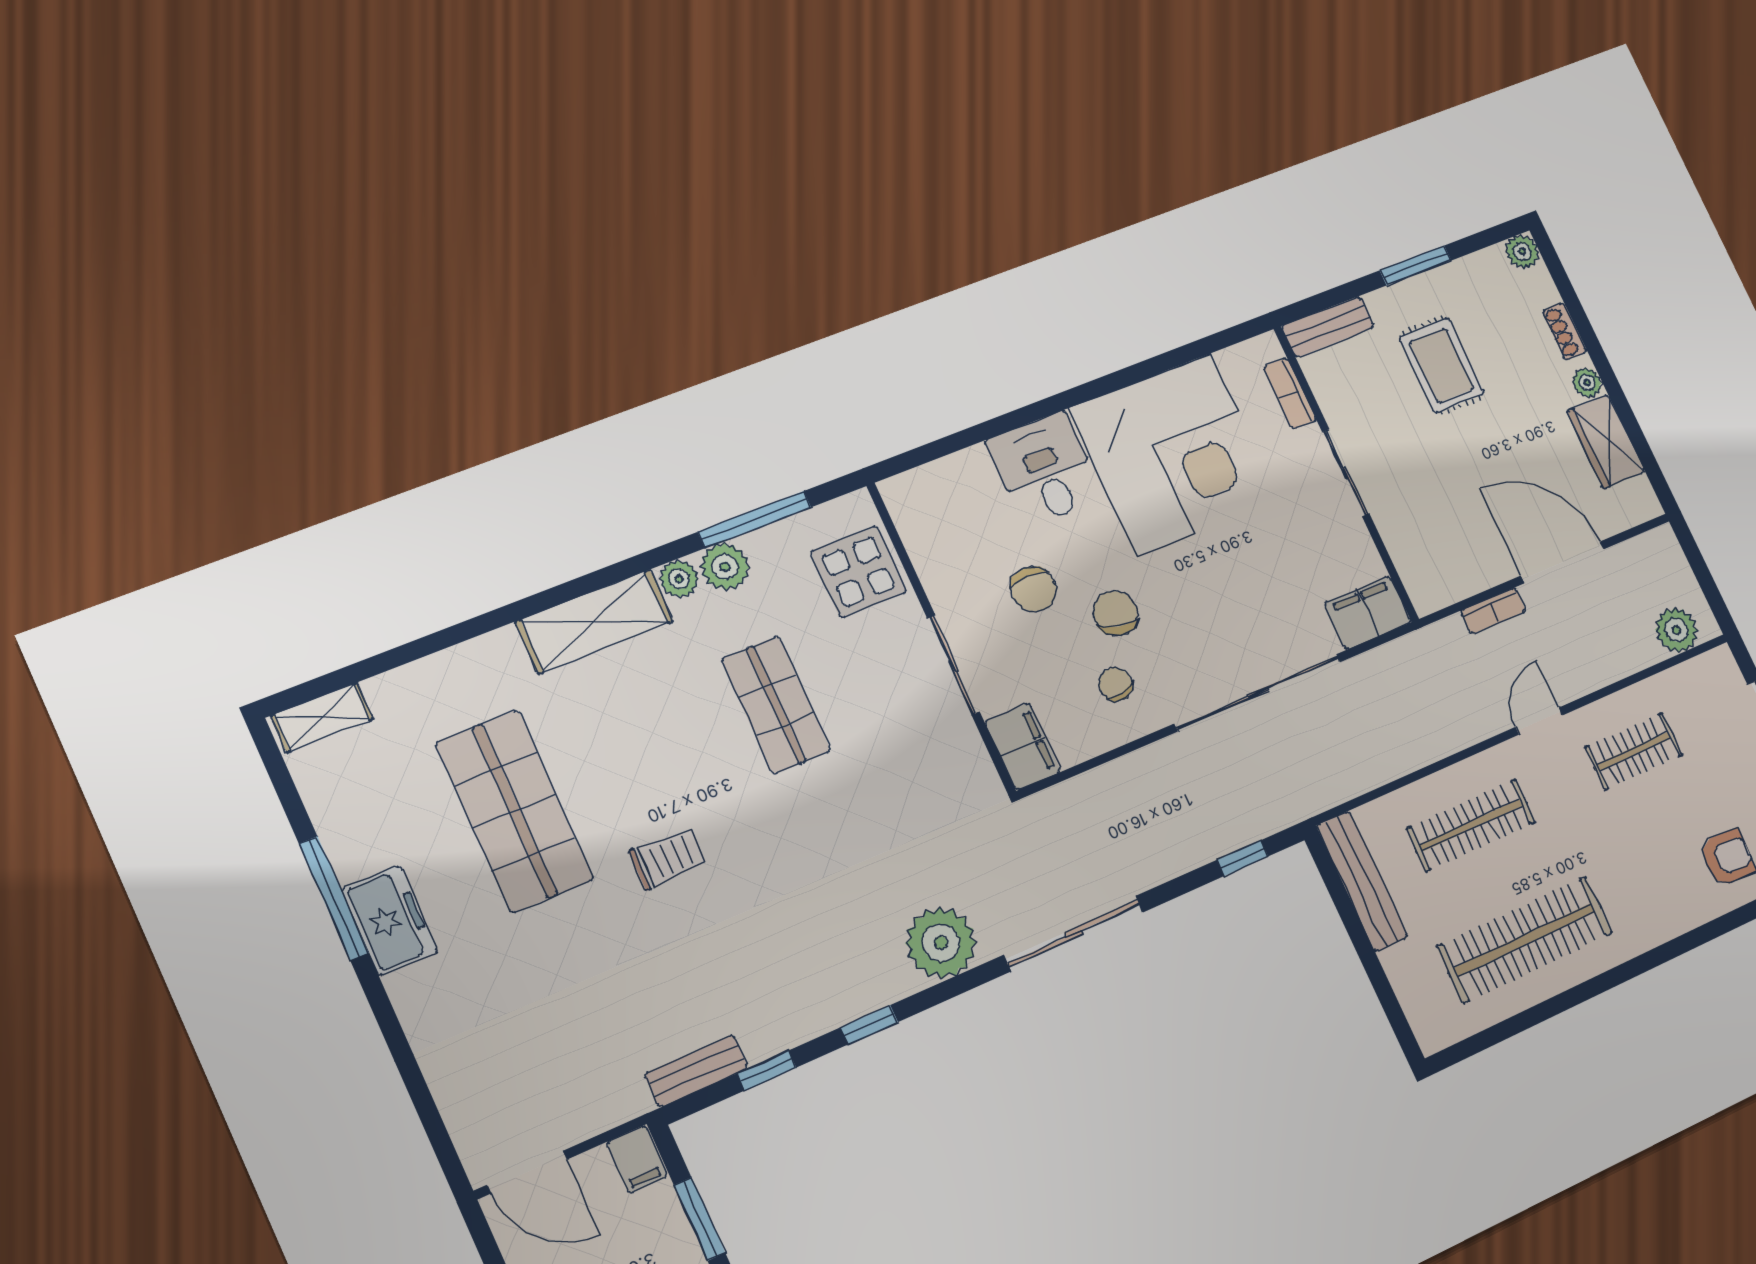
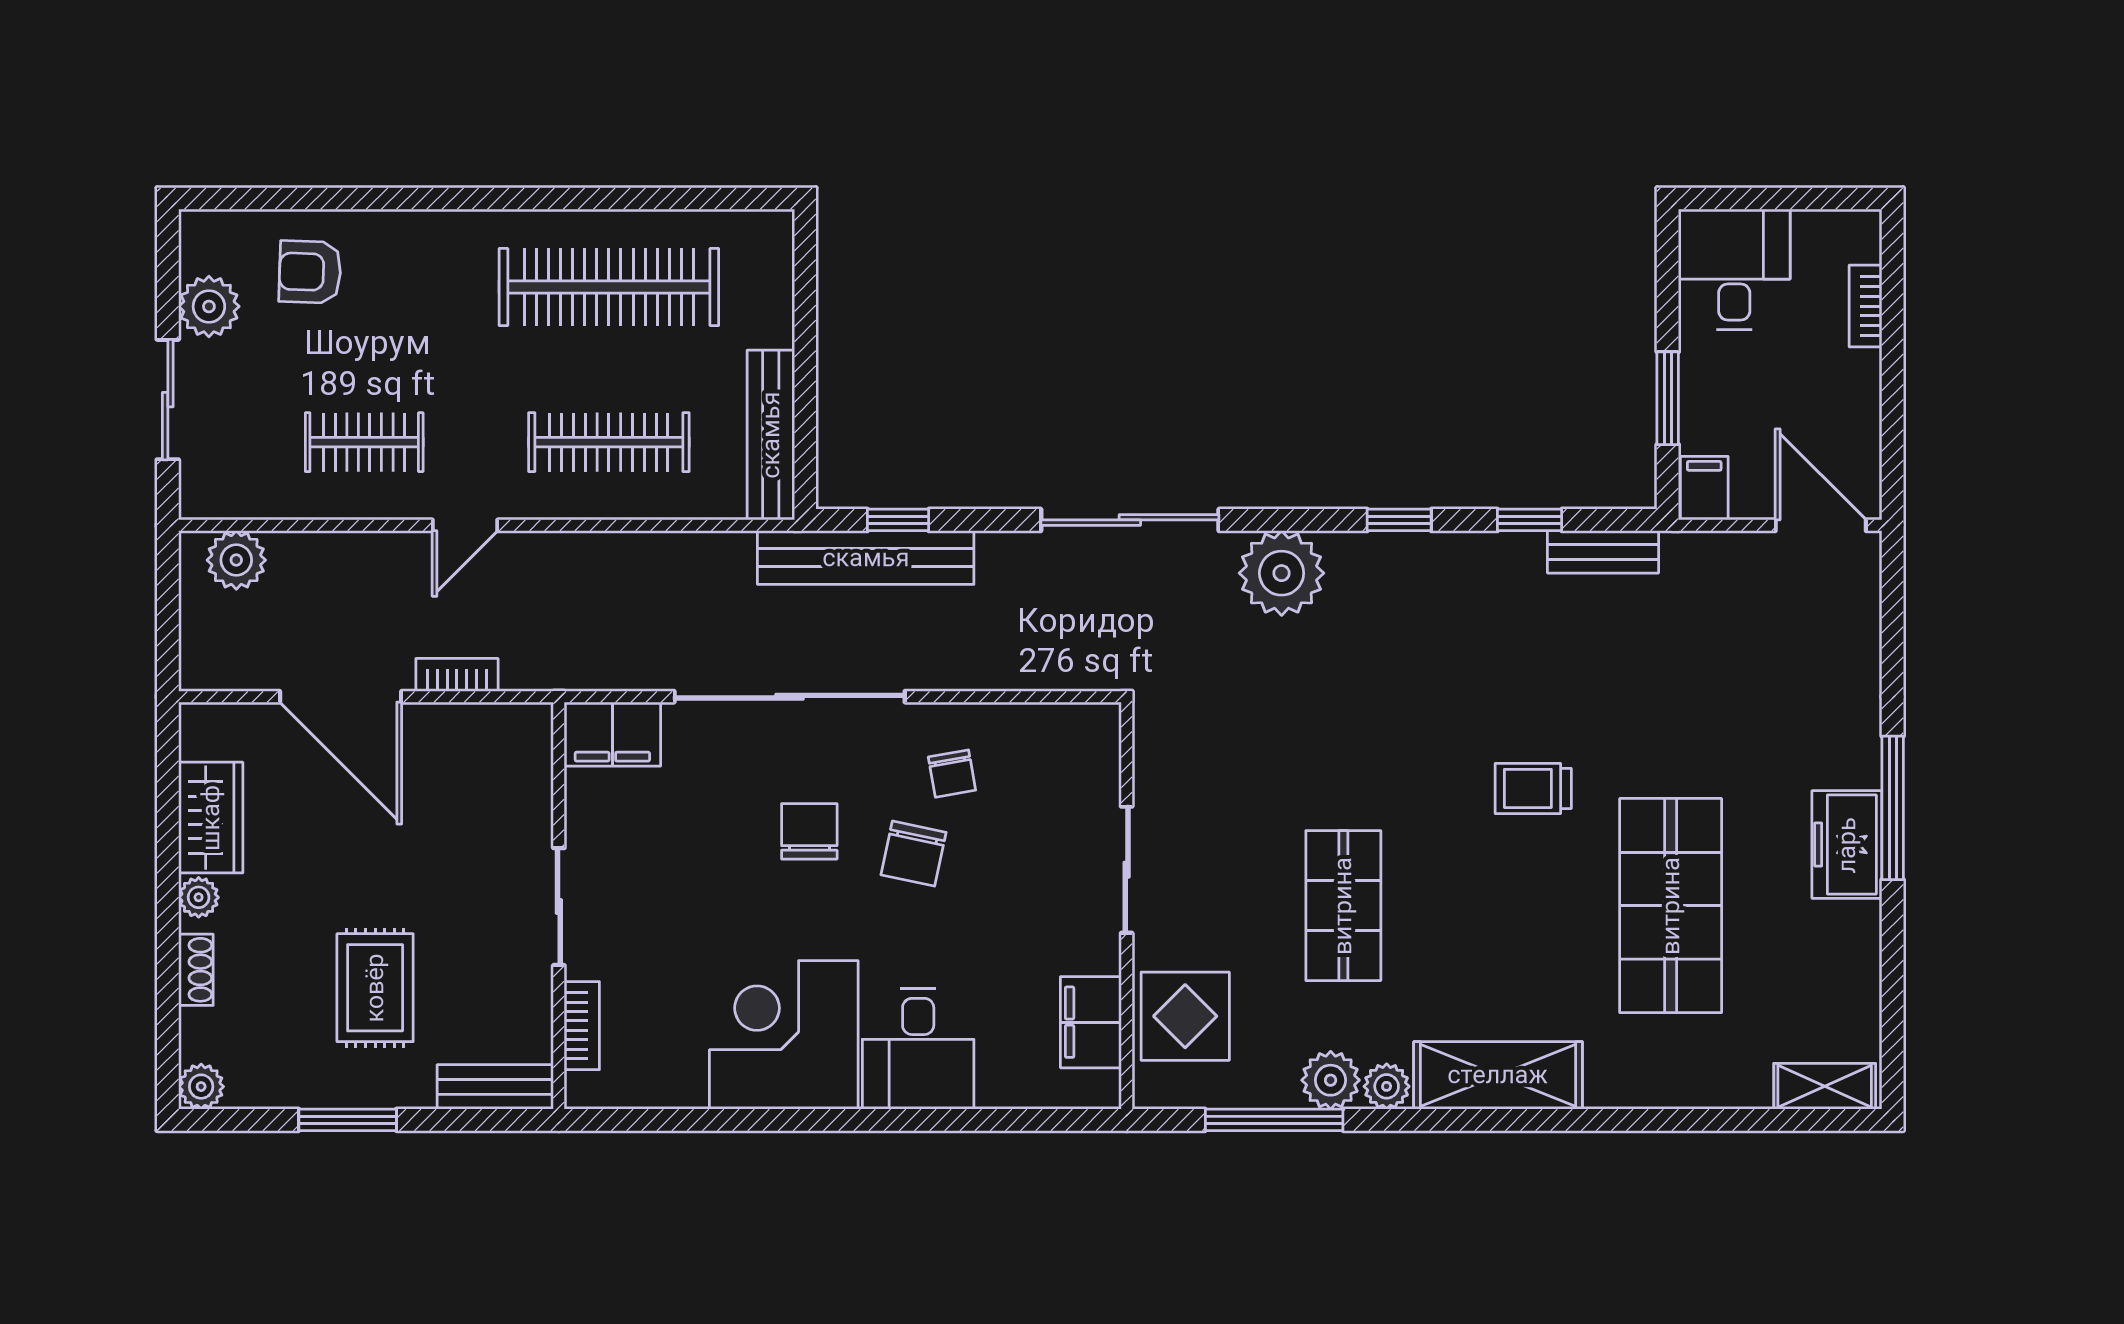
corner desk: (1174, 454) -> (784, 1035), width x0.74, depth x0.74
chair: (1034, 589) -> (809, 831), moved
filing cabinet: (1023, 747) -> (1091, 1022), moved
bench: (1252, 820) -> (866, 558), added
window: (334, 898) -> (1893, 808), moved

